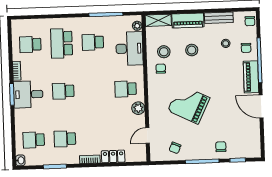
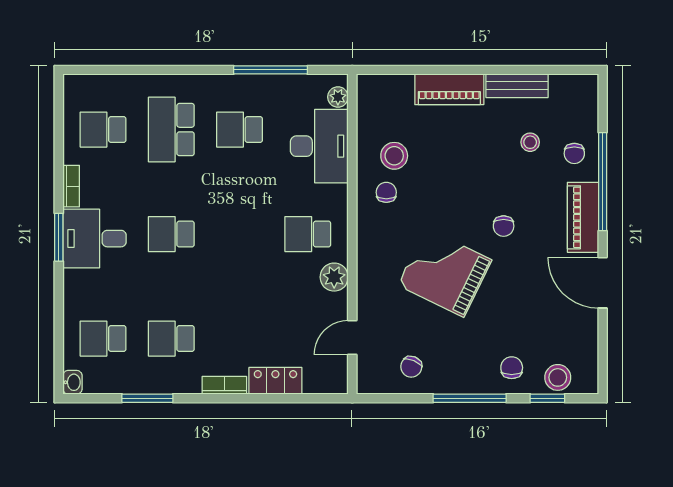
shelving: (158, 20) -> (384, 87), removed
chair: (250, 21) -> (504, 226), moved
stool: (192, 50) -> (558, 377), moved

